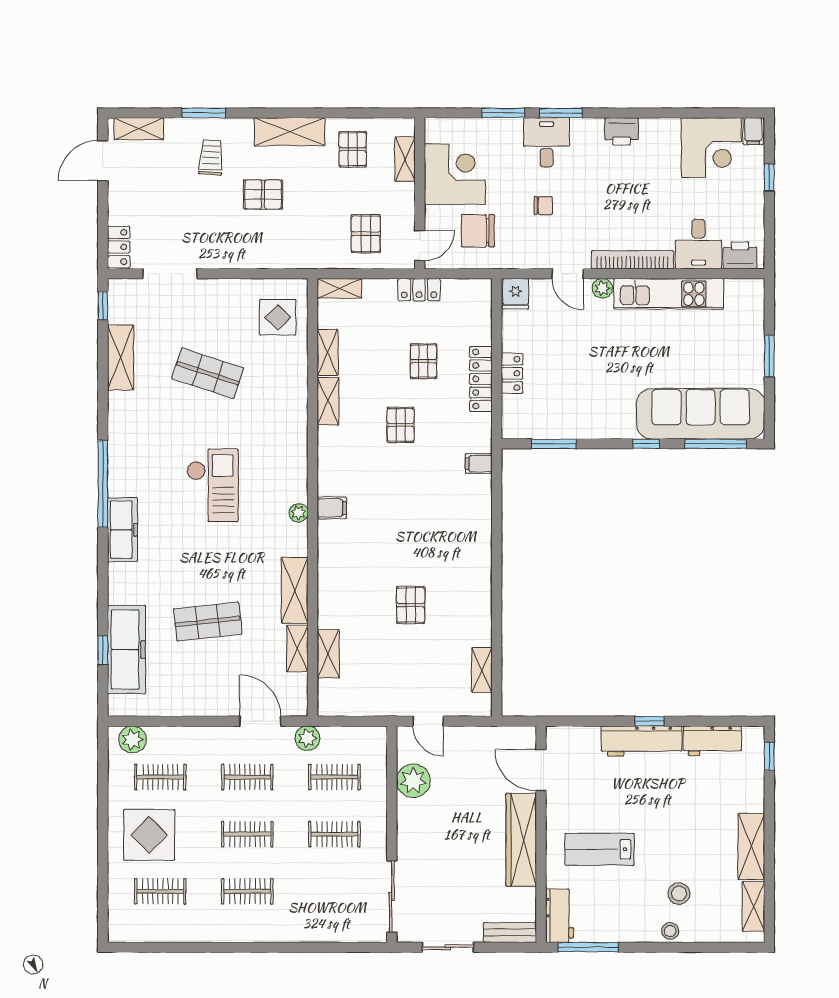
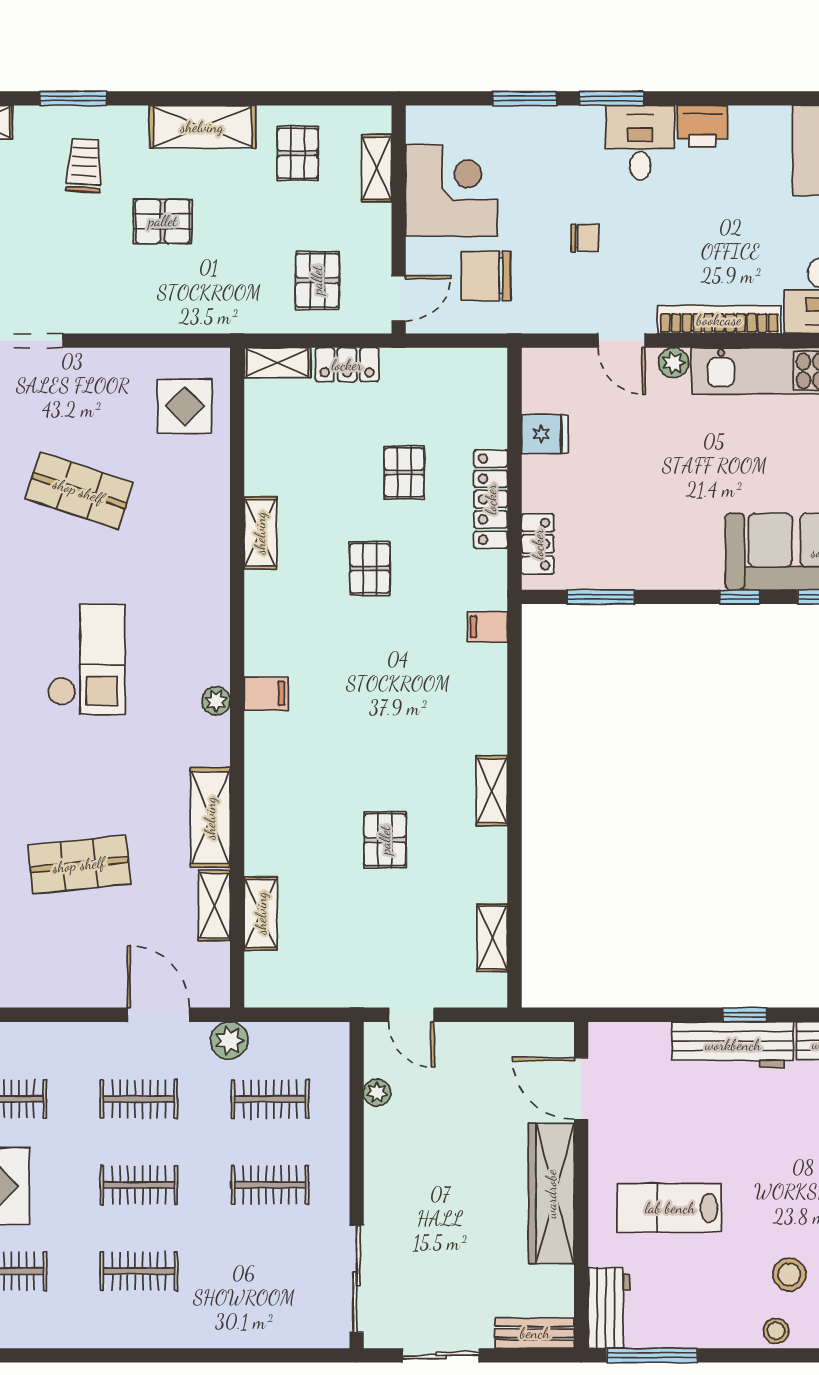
desk: (546, 142) -> (640, 143), moved
locker: (419, 290) -> (347, 365), moved
fridge: (515, 294) -> (545, 434), moved, turned -90
shelving: (328, 352) -> (492, 791), moved
locker: (512, 373) -> (538, 544), moved
plant: (413, 781) -> (377, 1093), width x0.53, depth x0.53

